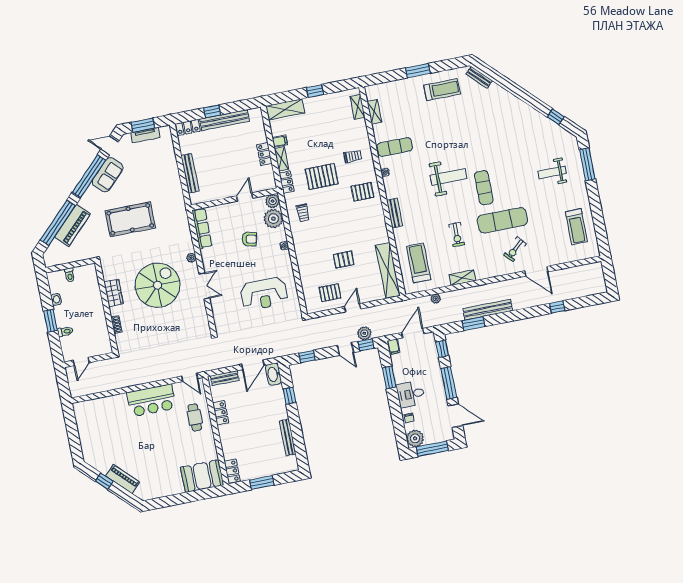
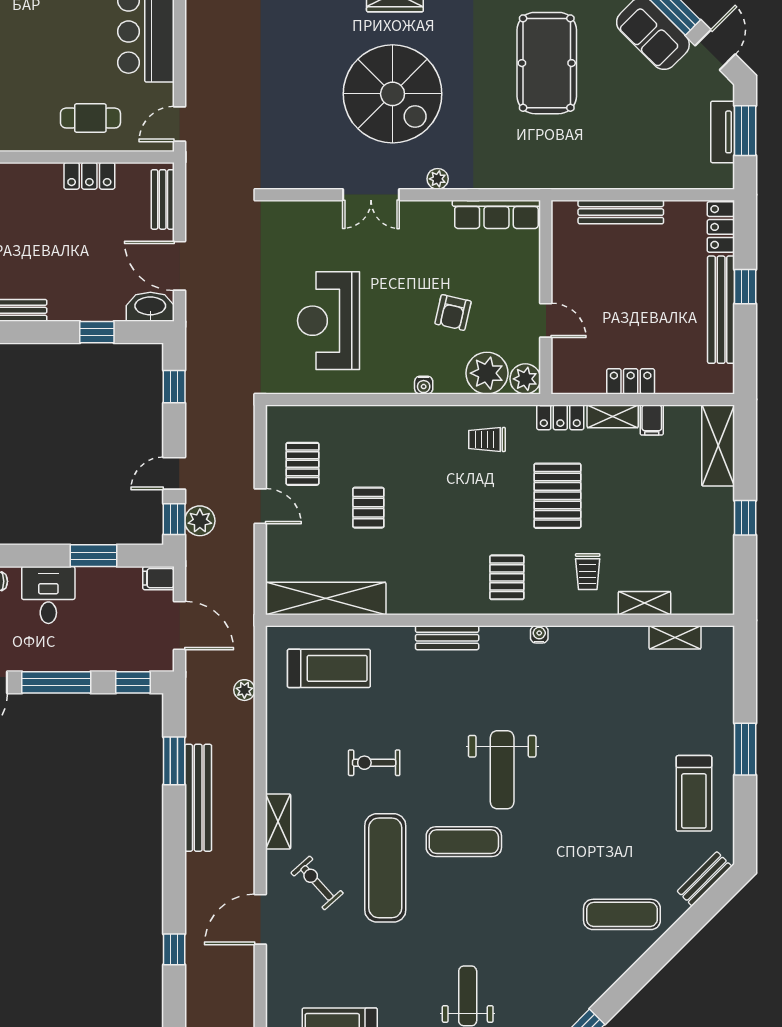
shelving: (358, 107) -> (644, 603), moved
exercise mat: (395, 147) -> (622, 914), moved, turned 90
shelving: (462, 278) -> (278, 822), moved

